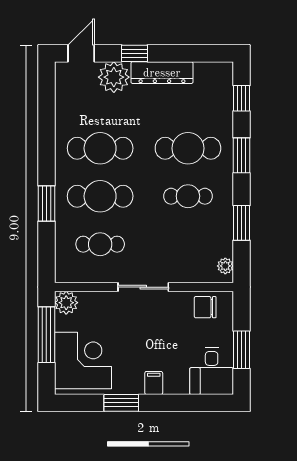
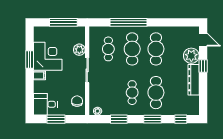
window: (46, 204) -> (129, 22), width x2.11
plant: (66, 303) -> (79, 50), moved
corner desk: (83, 361) -> (48, 56), moved, turned -90

